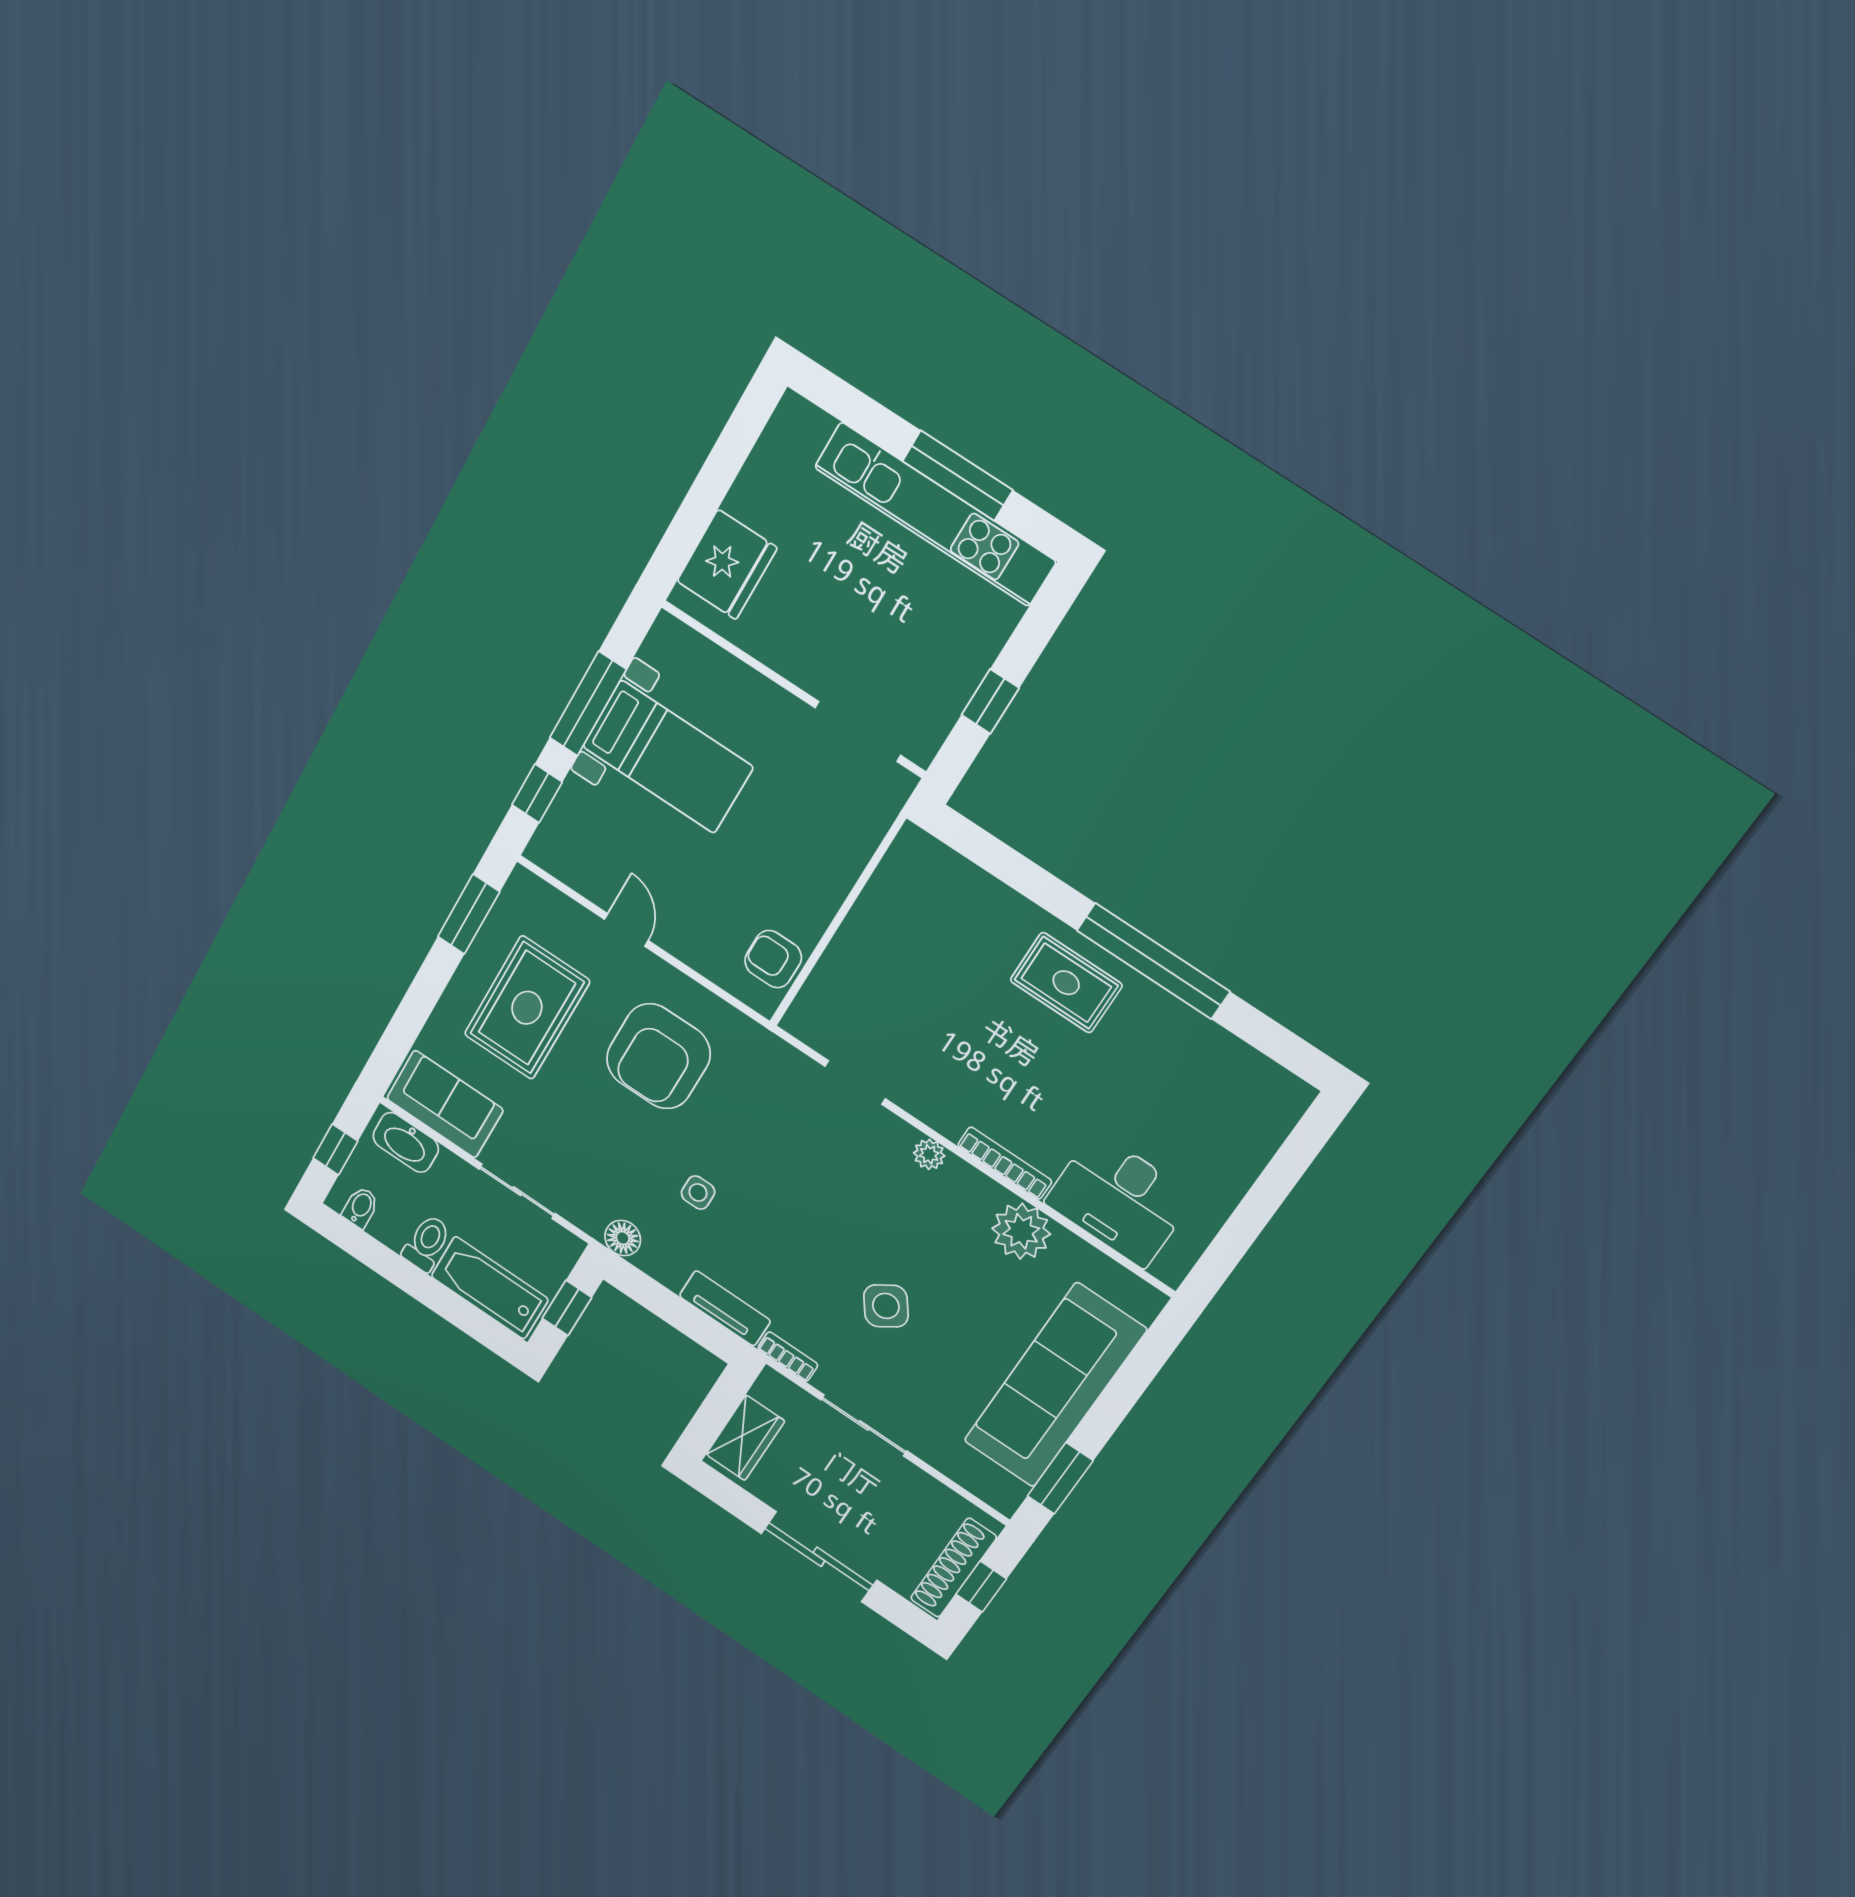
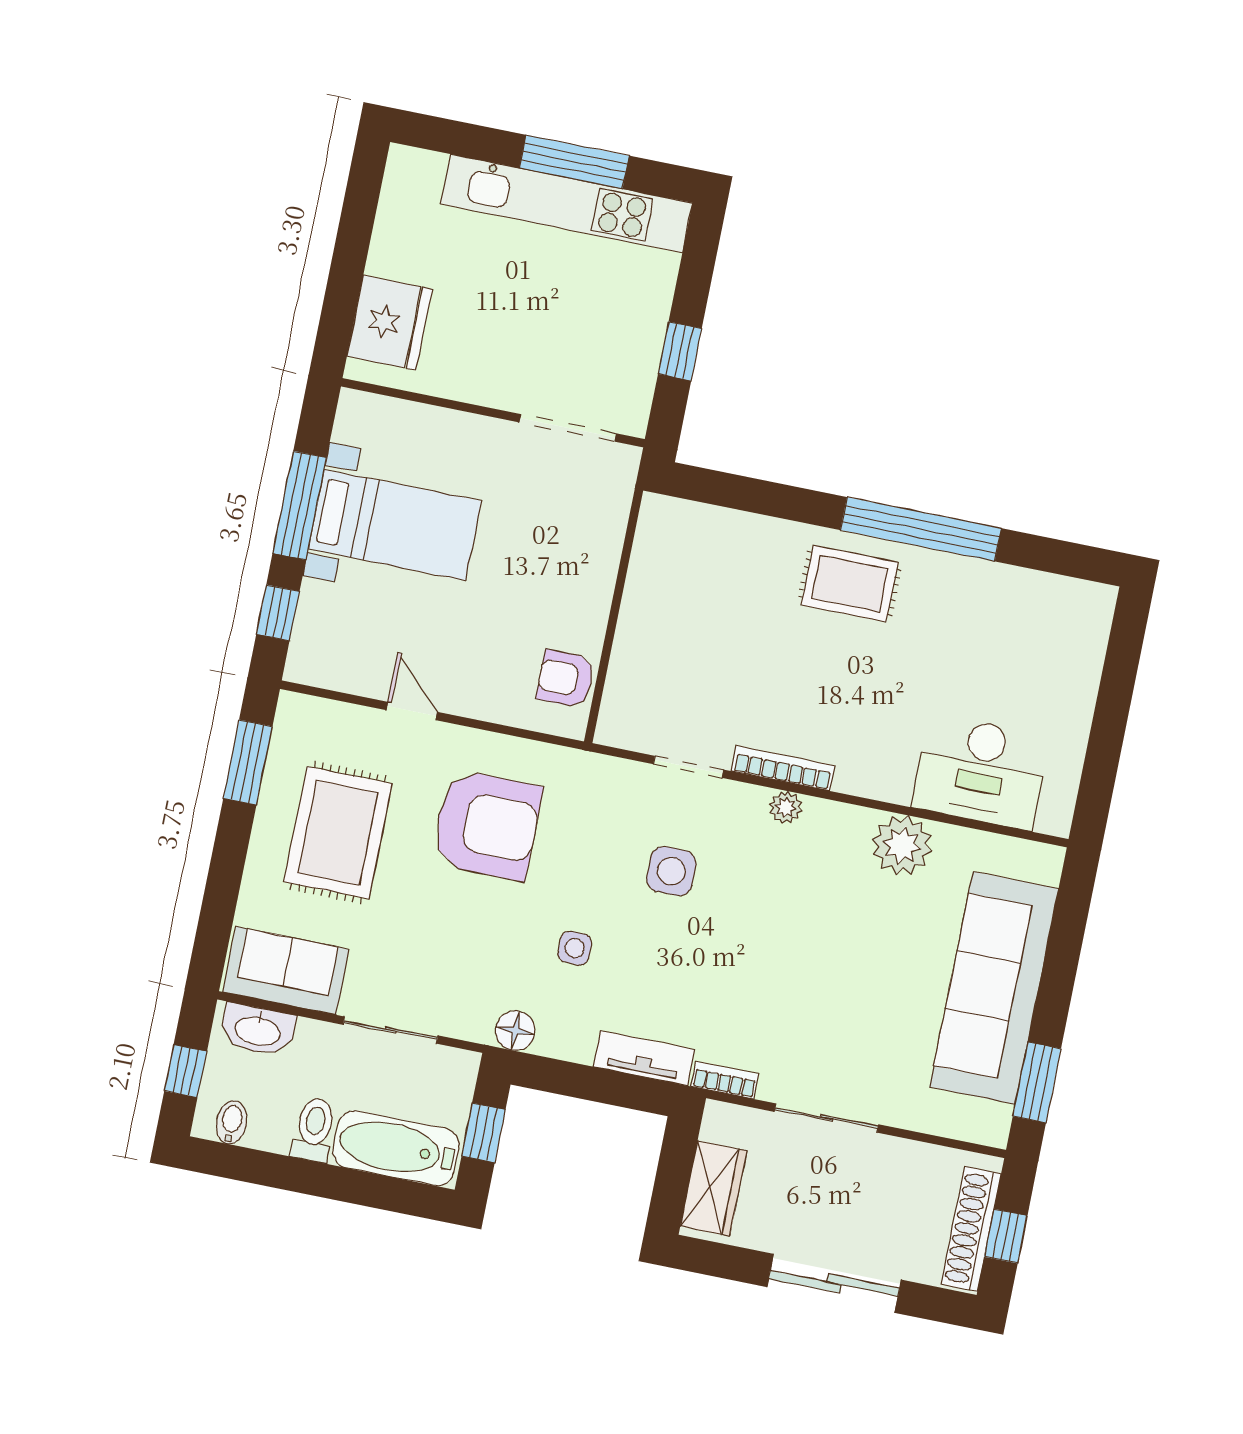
armchair: (658, 1056) -> (487, 825), turned -90
bookcase: (1005, 1163) -> (783, 768), moved
side table: (886, 1306) -> (671, 871), moved, turned 35

